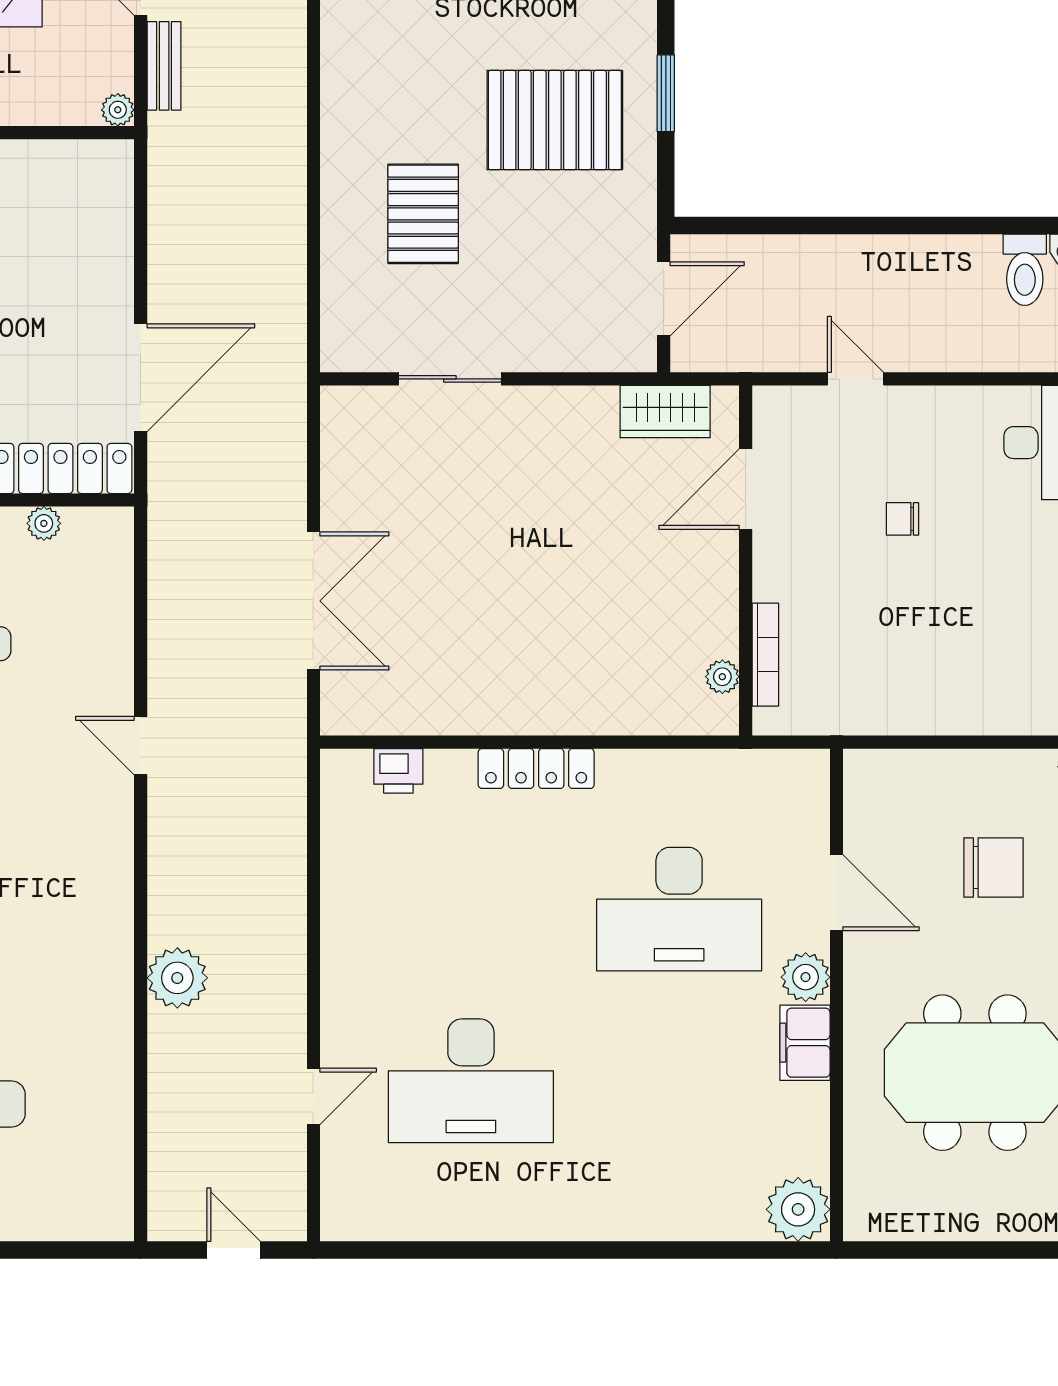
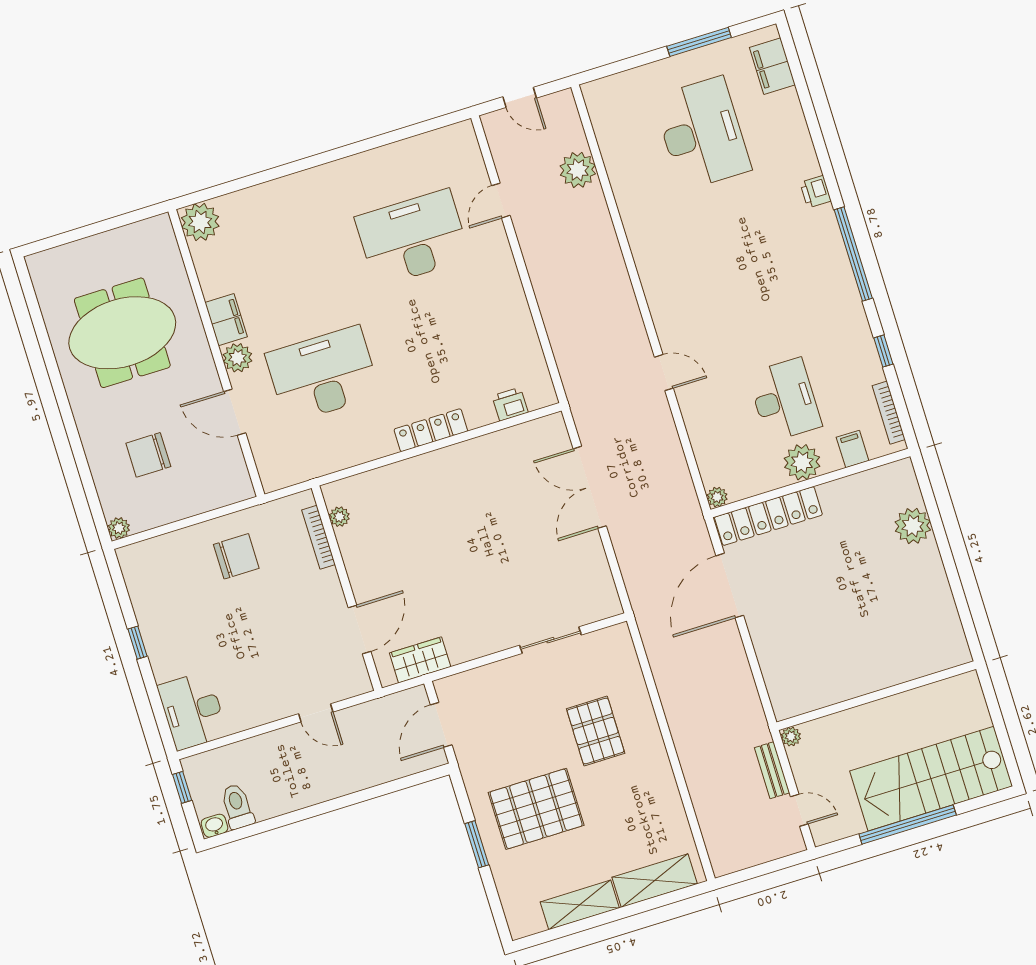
chair: (902, 519) -> (236, 556), moved, width x1.87, depth x1.87
plant: (44, 523) -> (717, 497), moved
plant: (177, 978) -> (578, 170), moved

